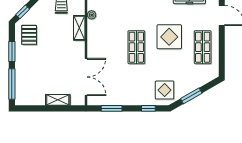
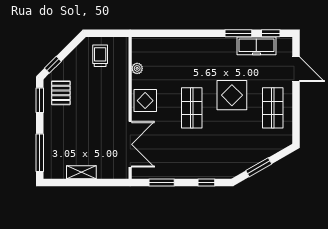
shelving: (79, 28) -> (122, 84), removed
window: (12, 51) -> (40, 100), moved
display table: (165, 90) -> (145, 101), moved
shelving: (58, 100) -> (81, 172), moved

